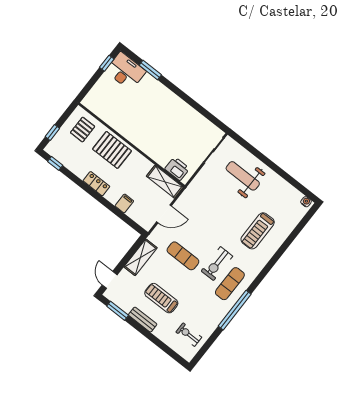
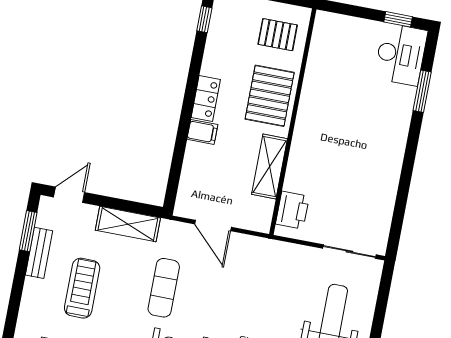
shelving: (165, 182) -> (269, 167), moved
filing cabinet: (124, 203) -> (202, 132), moved
bench: (143, 320) -> (39, 253), moved

